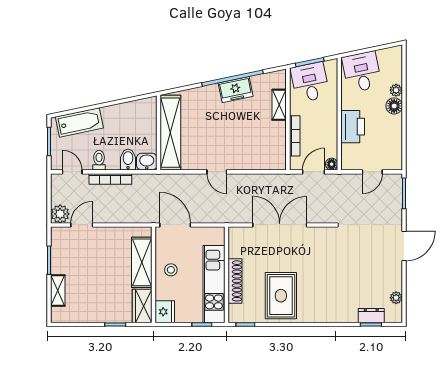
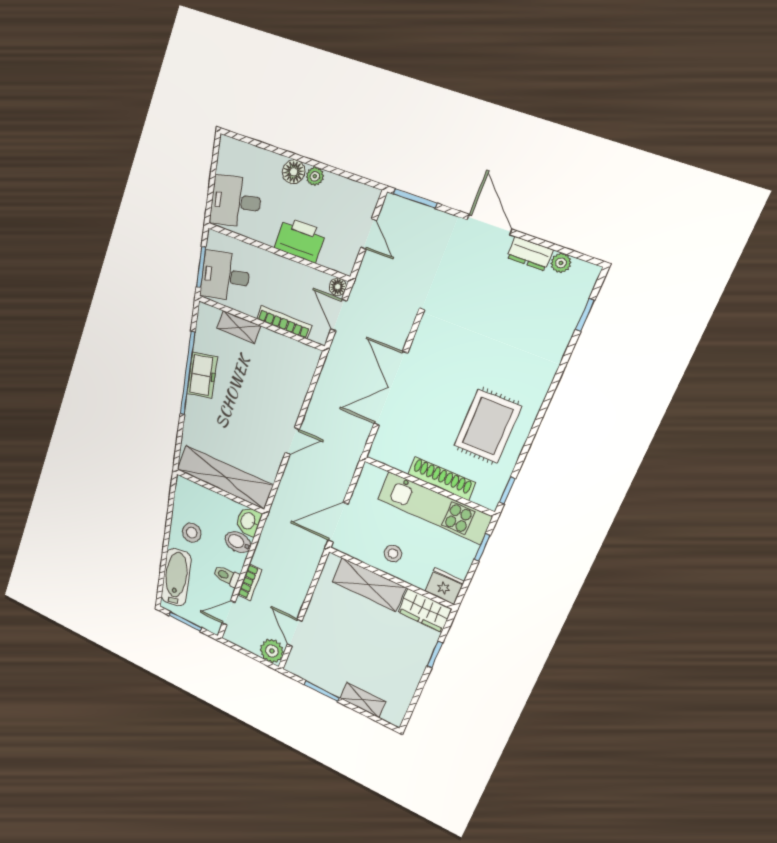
plant: (396, 90) -> (315, 176), moved
stool: (119, 122) -> (192, 533), added
bookcase: (110, 179) -> (250, 582), width x0.64
rug: (281, 296) -> (488, 426), turned 90
dresser: (371, 316) -> (530, 254), moved, turned -90

